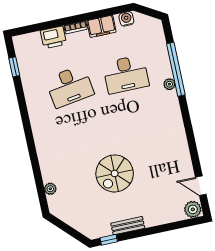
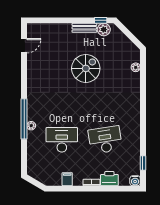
water cooler: (126, 19) -> (135, 181), moved
filing cabinet: (101, 26) -> (67, 179), width x0.50
window: (176, 69) -> (24, 119), moved
door: (201, 186) -> (24, 46), hinge flipped
plant: (193, 209) -> (104, 29), moved

